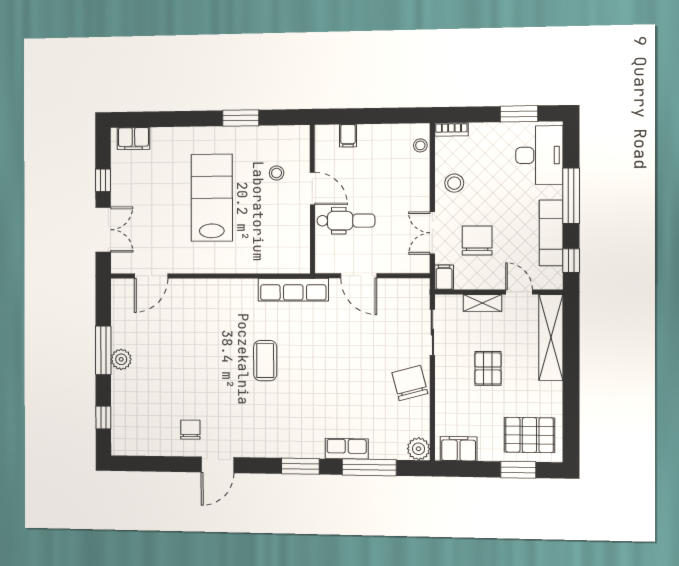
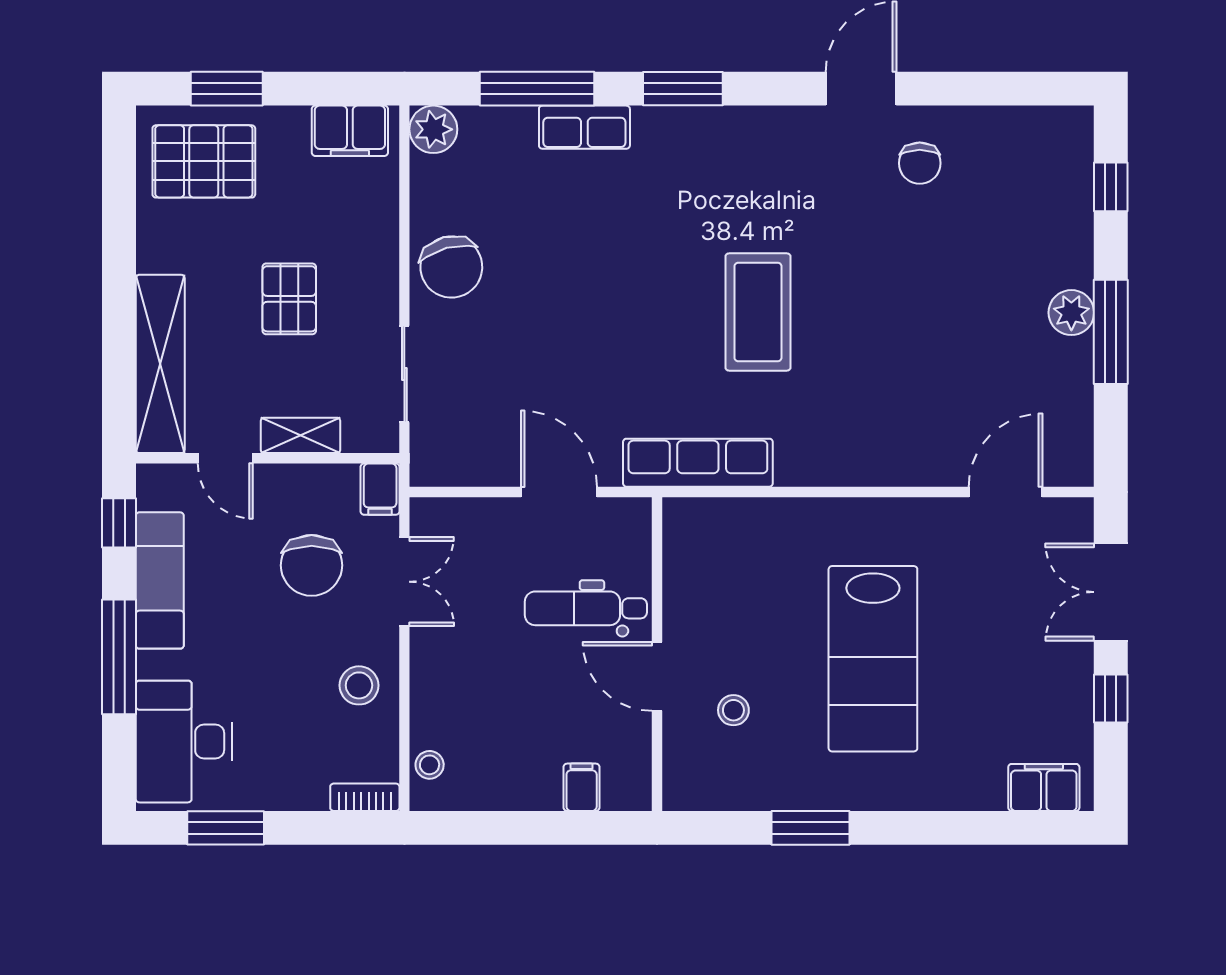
coffee table: (265, 361) -> (758, 312), width x1.36, depth x1.32

